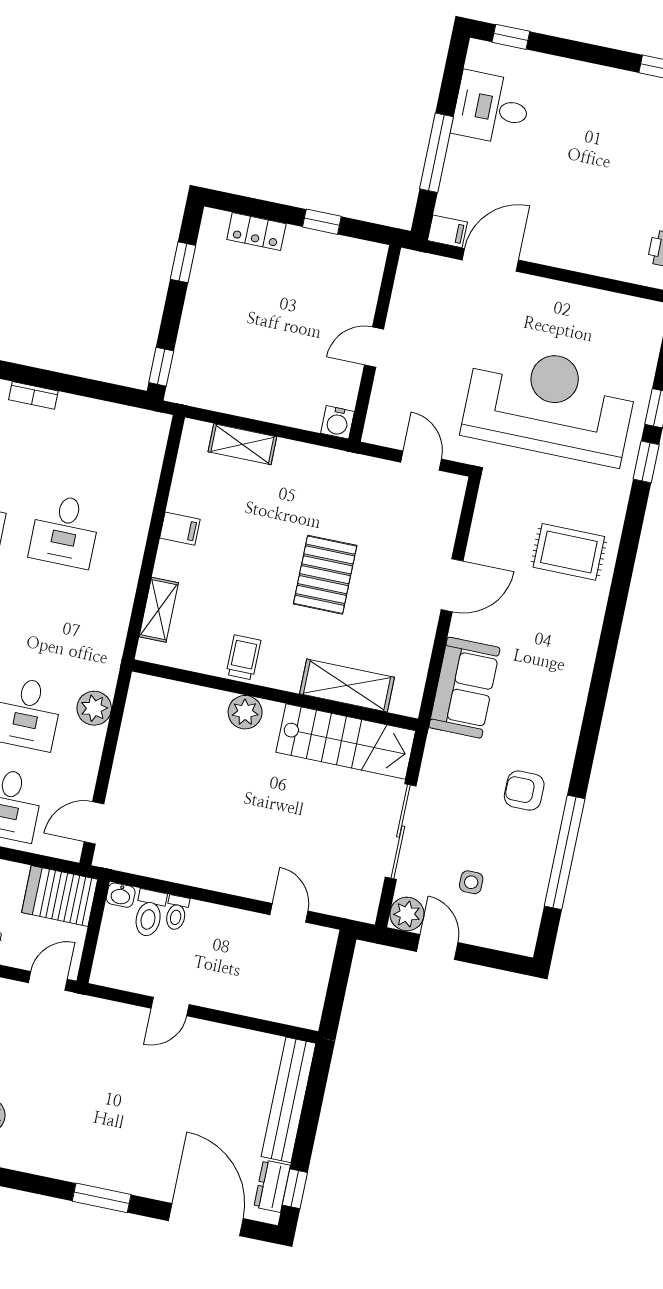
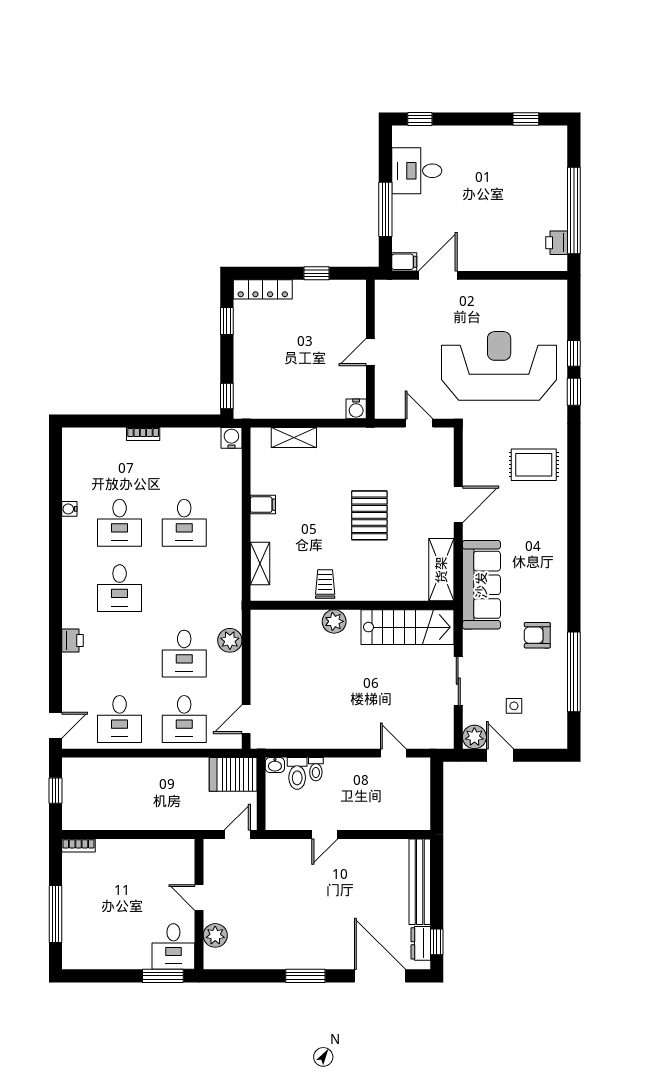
locker: (256, 232) -> (263, 289), width x1.53
water cooler: (155, 426) -> (231, 438), added
shelving: (347, 686) -> (441, 570), moved, turned 90
sofa: (464, 688) -> (481, 585), width x1.36
sliding door: (401, 832) -> (458, 681), width x0.73

